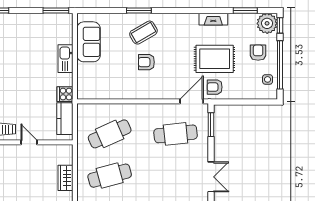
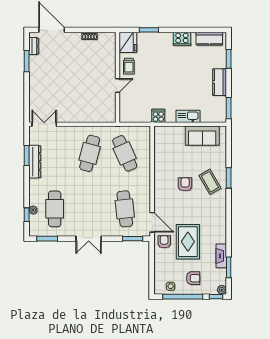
fireplace: (213, 19) -> (221, 256), moved
plant: (267, 23) -> (222, 290), width x0.53, depth x0.53
kitchen counter: (65, 119) -> (220, 82), moved, turned -90
cafe table: (110, 176) -> (90, 153), turned 30
wardrobe: (66, 178) -> (88, 116), removed

